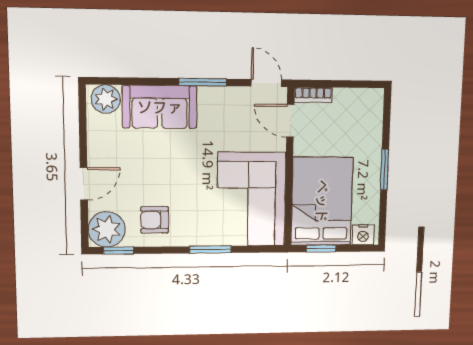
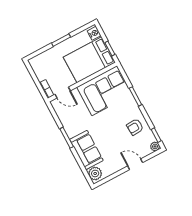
door: (266, 83) -> (52, 111), removed
door: (290, 121) -> (63, 93), hinge flipped
armchair: (155, 220) -> (135, 127), turned 87
plant: (107, 229) -> (155, 146), width x0.53, depth x0.53

